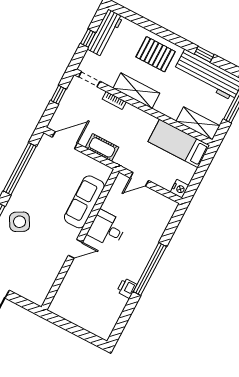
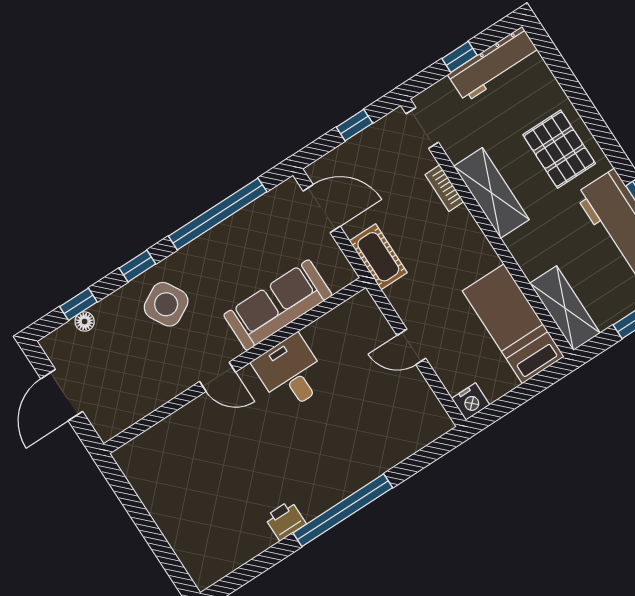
sofa: (84, 202) -> (278, 305), moved
desk: (107, 229) -> (291, 373), moved
wall: (80, 240) -> (235, 366), moved
door: (75, 249) -> (218, 377), moved

